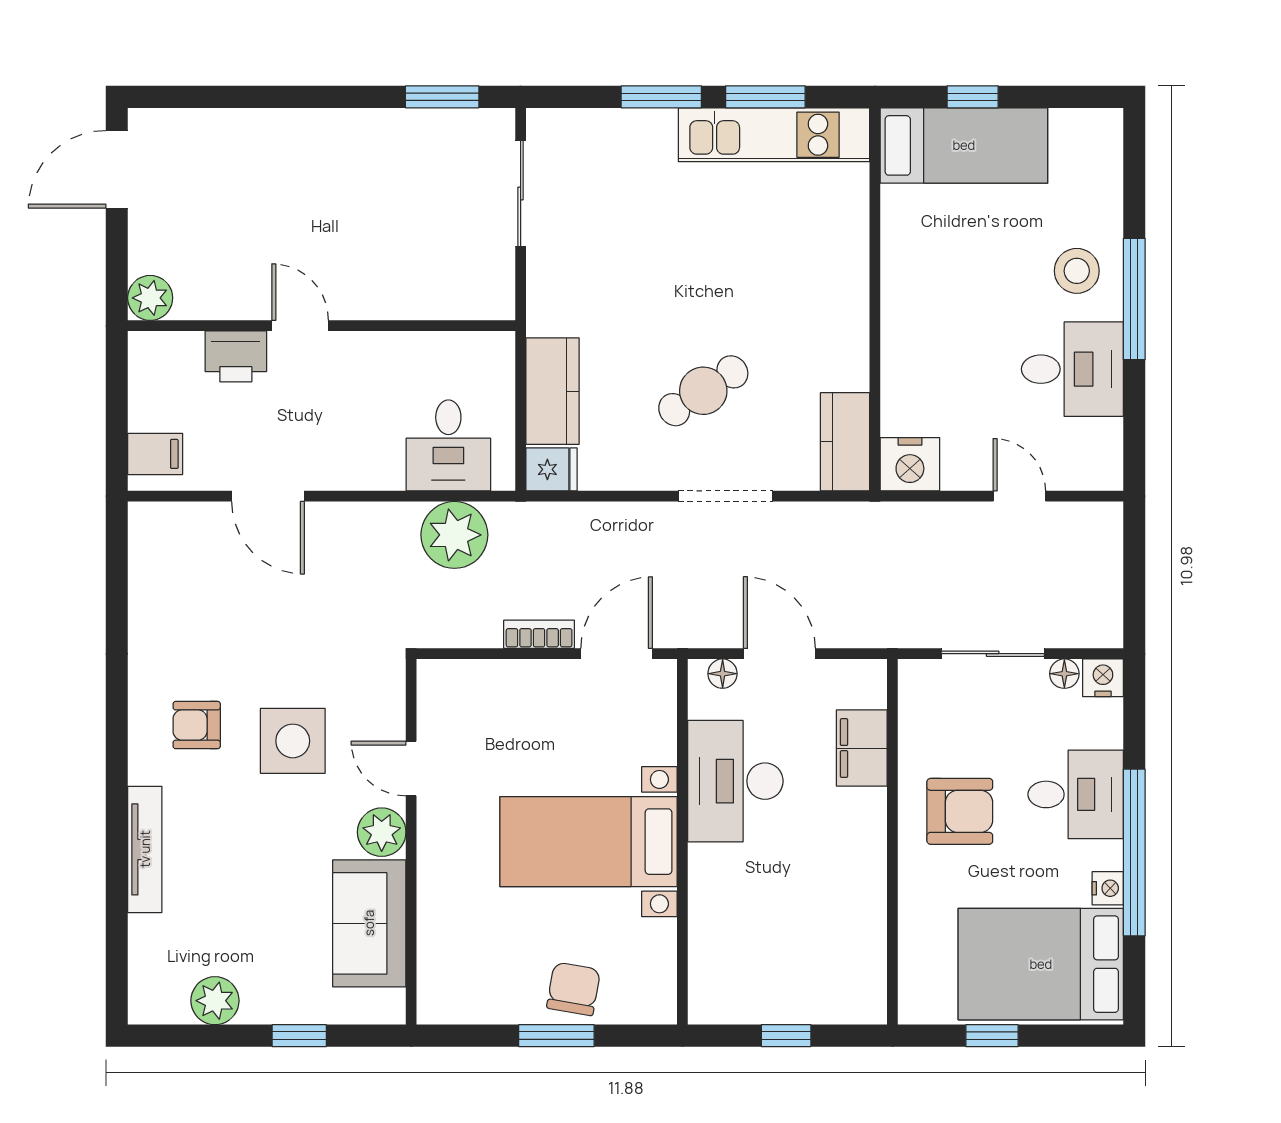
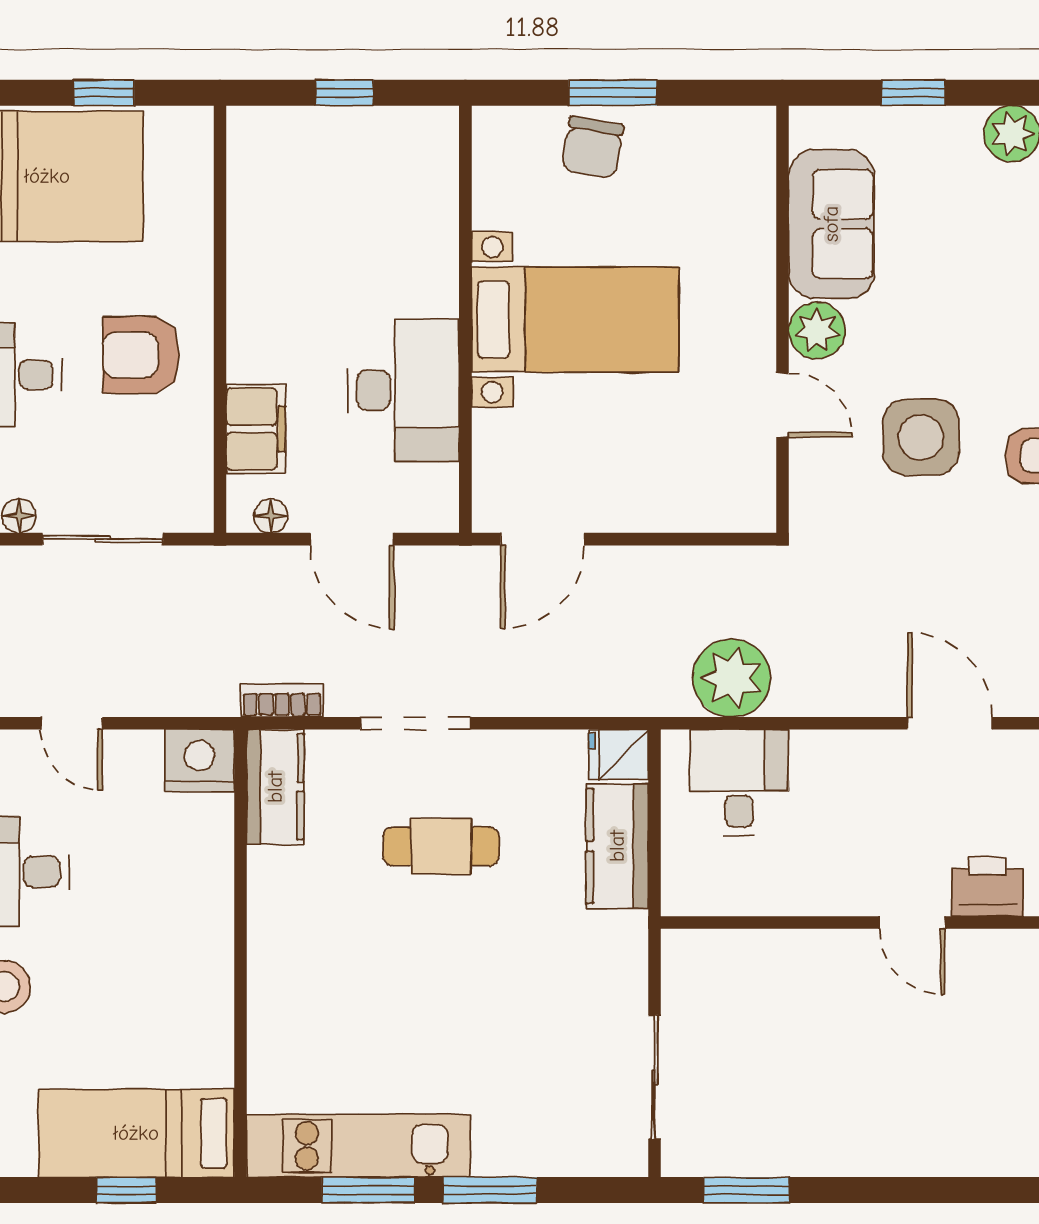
cafe table: (703, 391) -> (441, 846), turned 33
bookcase: (539, 634) -> (282, 701), moved, turned 180
floor lamp: (723, 674) -> (271, 516), moved

